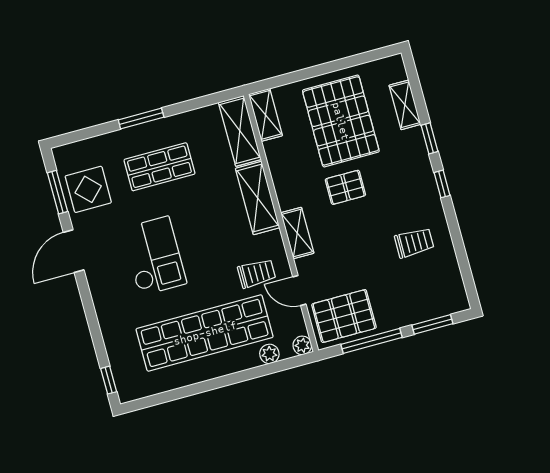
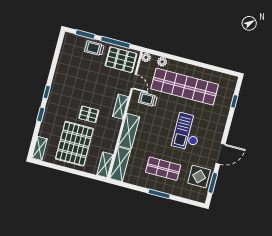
shelving: (405, 105) -> (40, 148), moved
trolley: (414, 243) -> (94, 48), moved
window: (109, 380) -> (234, 101), moved

